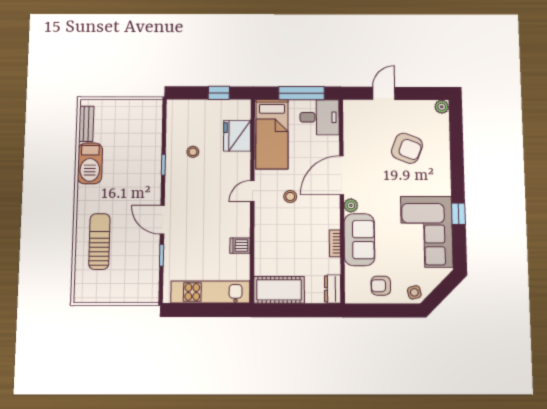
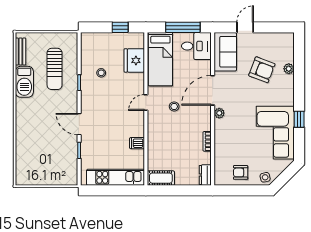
plant: (442, 107) -> (289, 69), moved
sofa: (359, 240) -> (225, 52), moved
sun lounger: (99, 241) -> (55, 69), moved, turned 180
cot: (279, 290) -> (161, 178), width x0.73, depth x0.75

